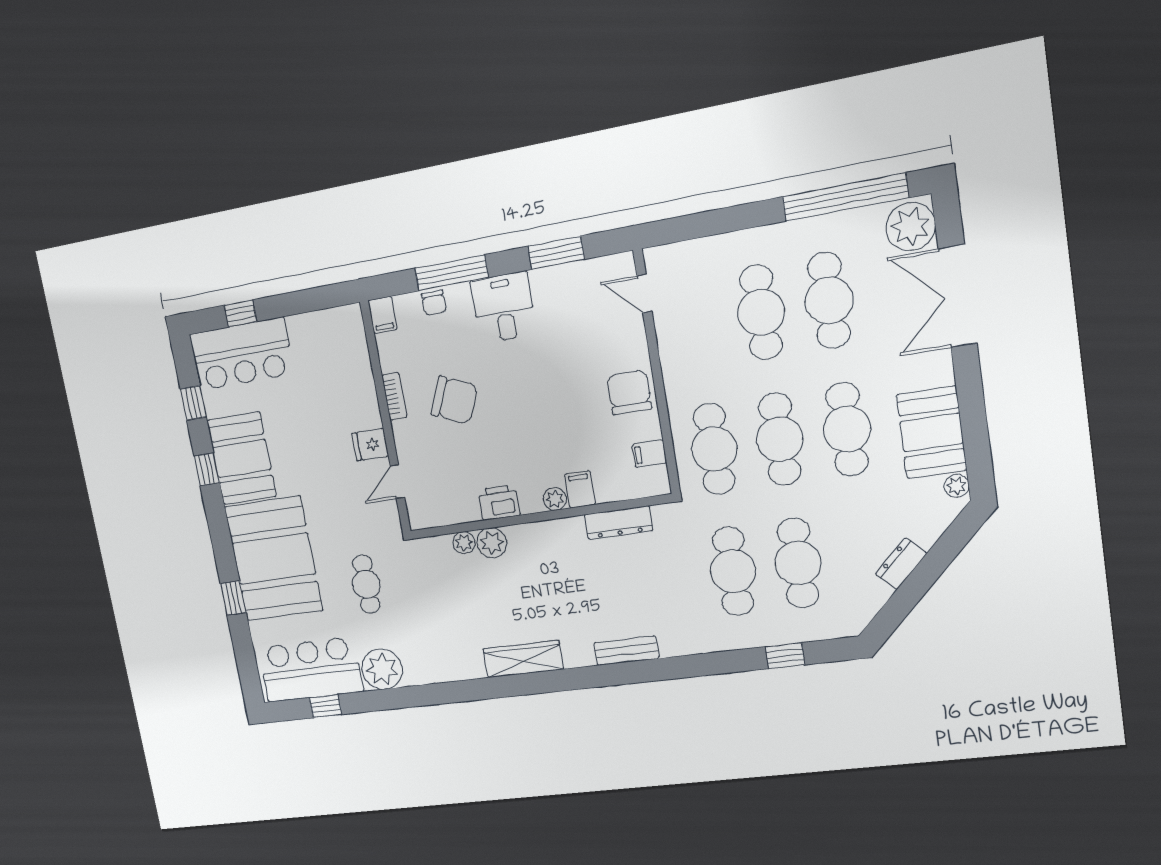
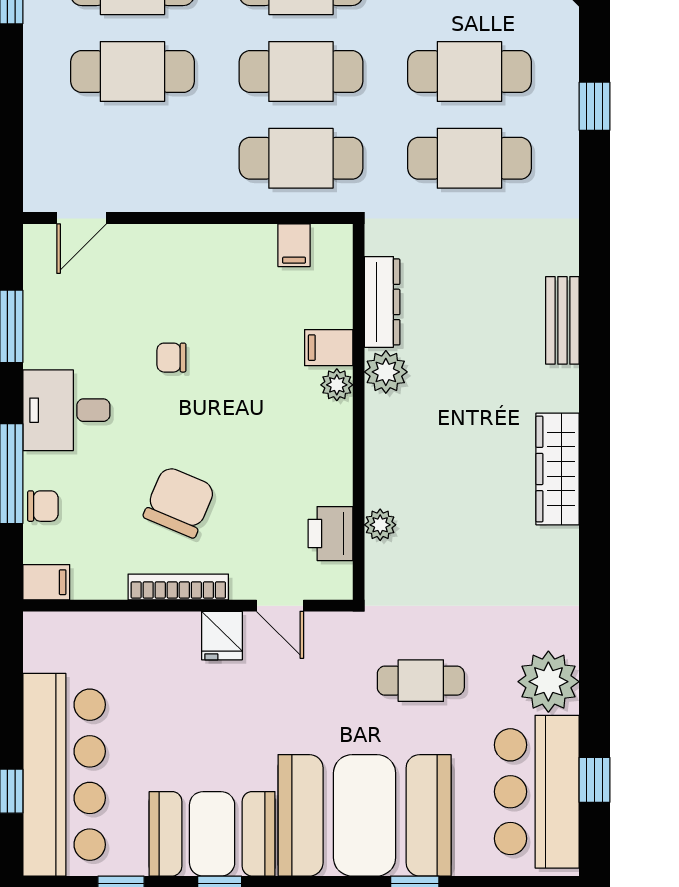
bar counter: (242, 354) -> (64, 775), width x1.36
chair: (629, 392) -> (171, 358), moved, width x0.54, depth x0.54
bookcase: (394, 396) -> (178, 587), width x1.56
printer: (499, 502) -> (330, 534), moved
plant: (492, 543) -> (386, 372), moved

